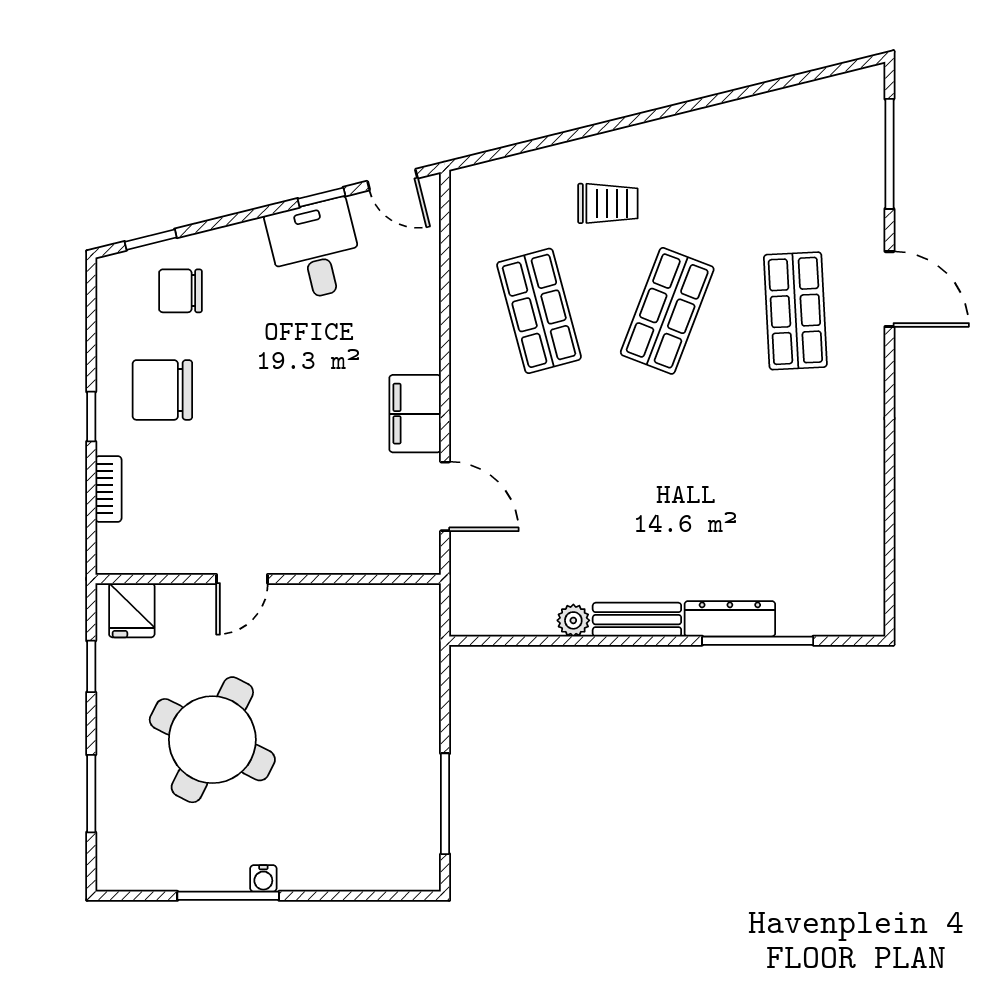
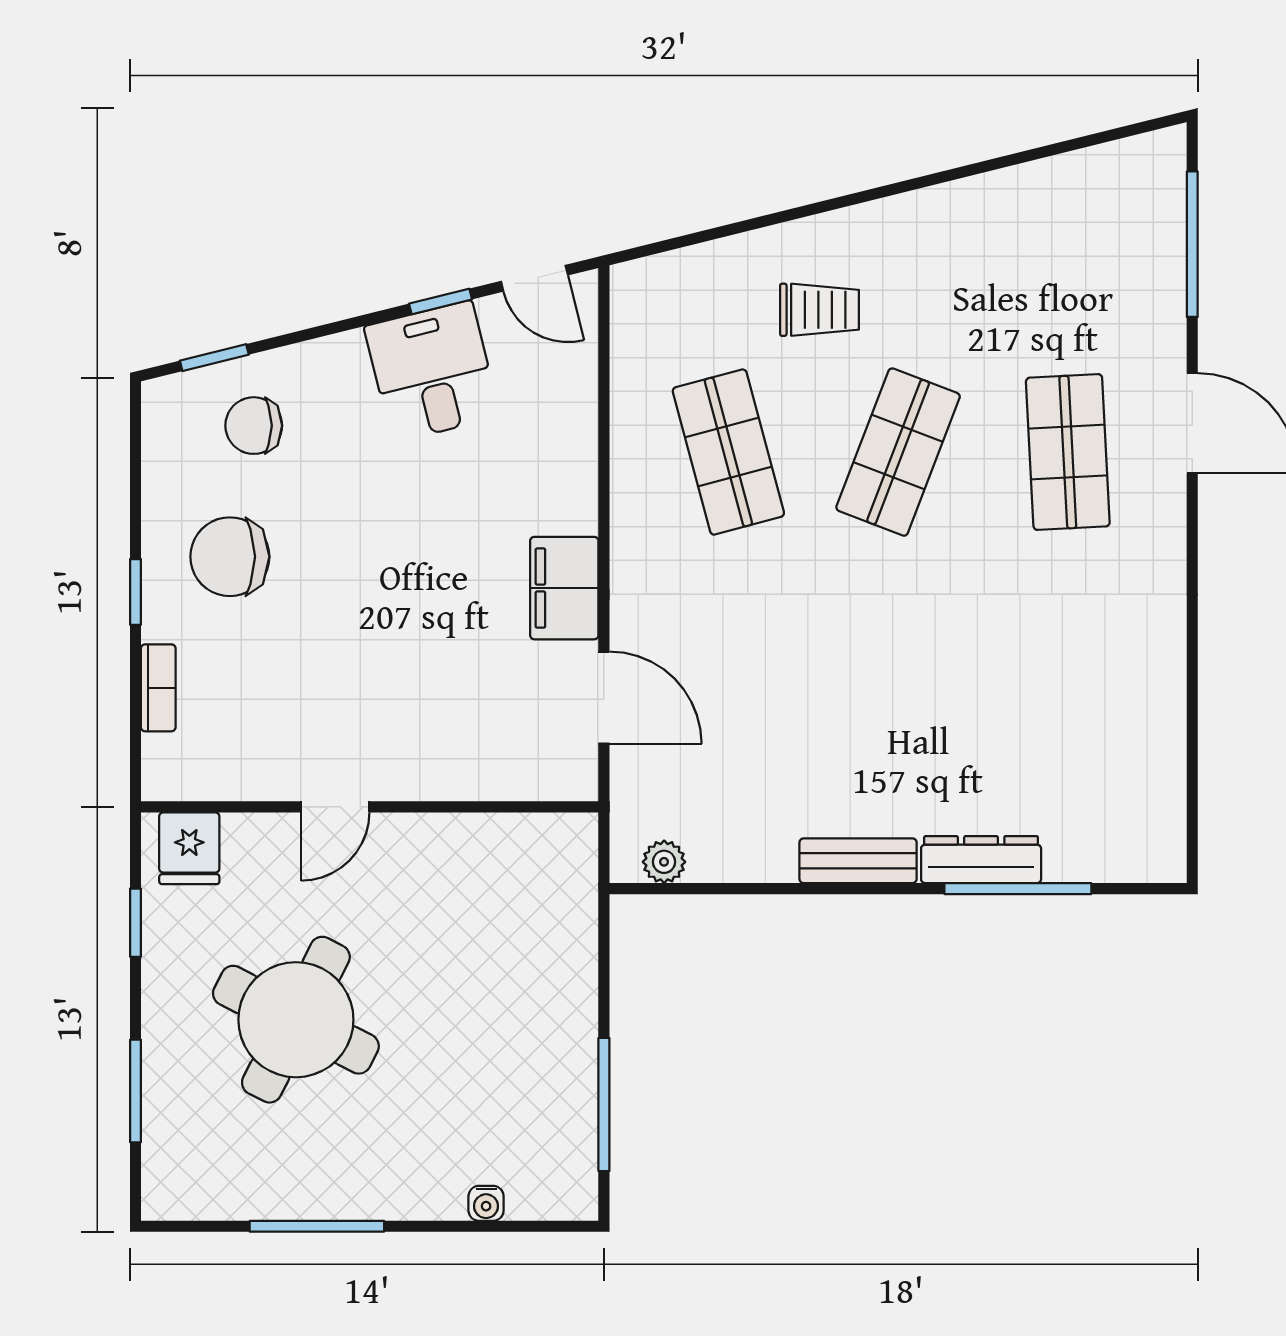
plant: (573, 620) -> (664, 862), moved
water cooler: (263, 878) -> (486, 1203), moved

